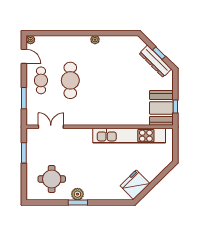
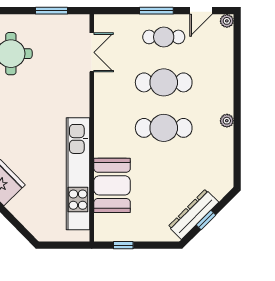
cafe table: (100, 80) -> (164, 128), added
window: (24, 98) -> (156, 11), moved
booth: (161, 108) -> (112, 185), moved, turned 90

